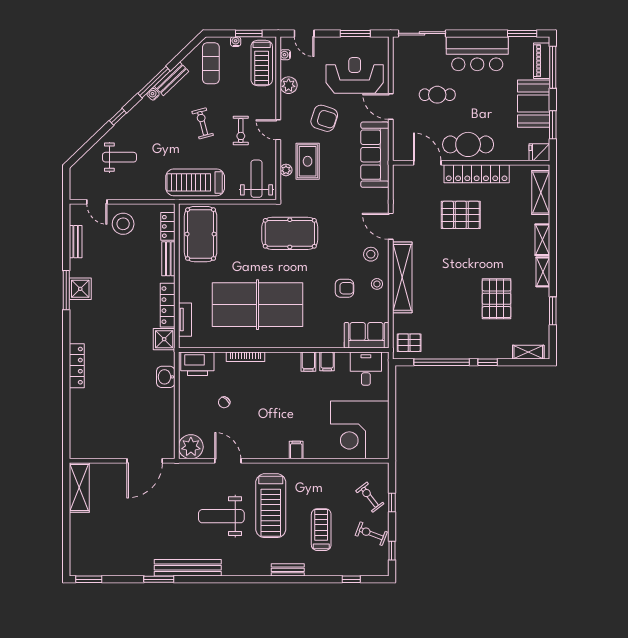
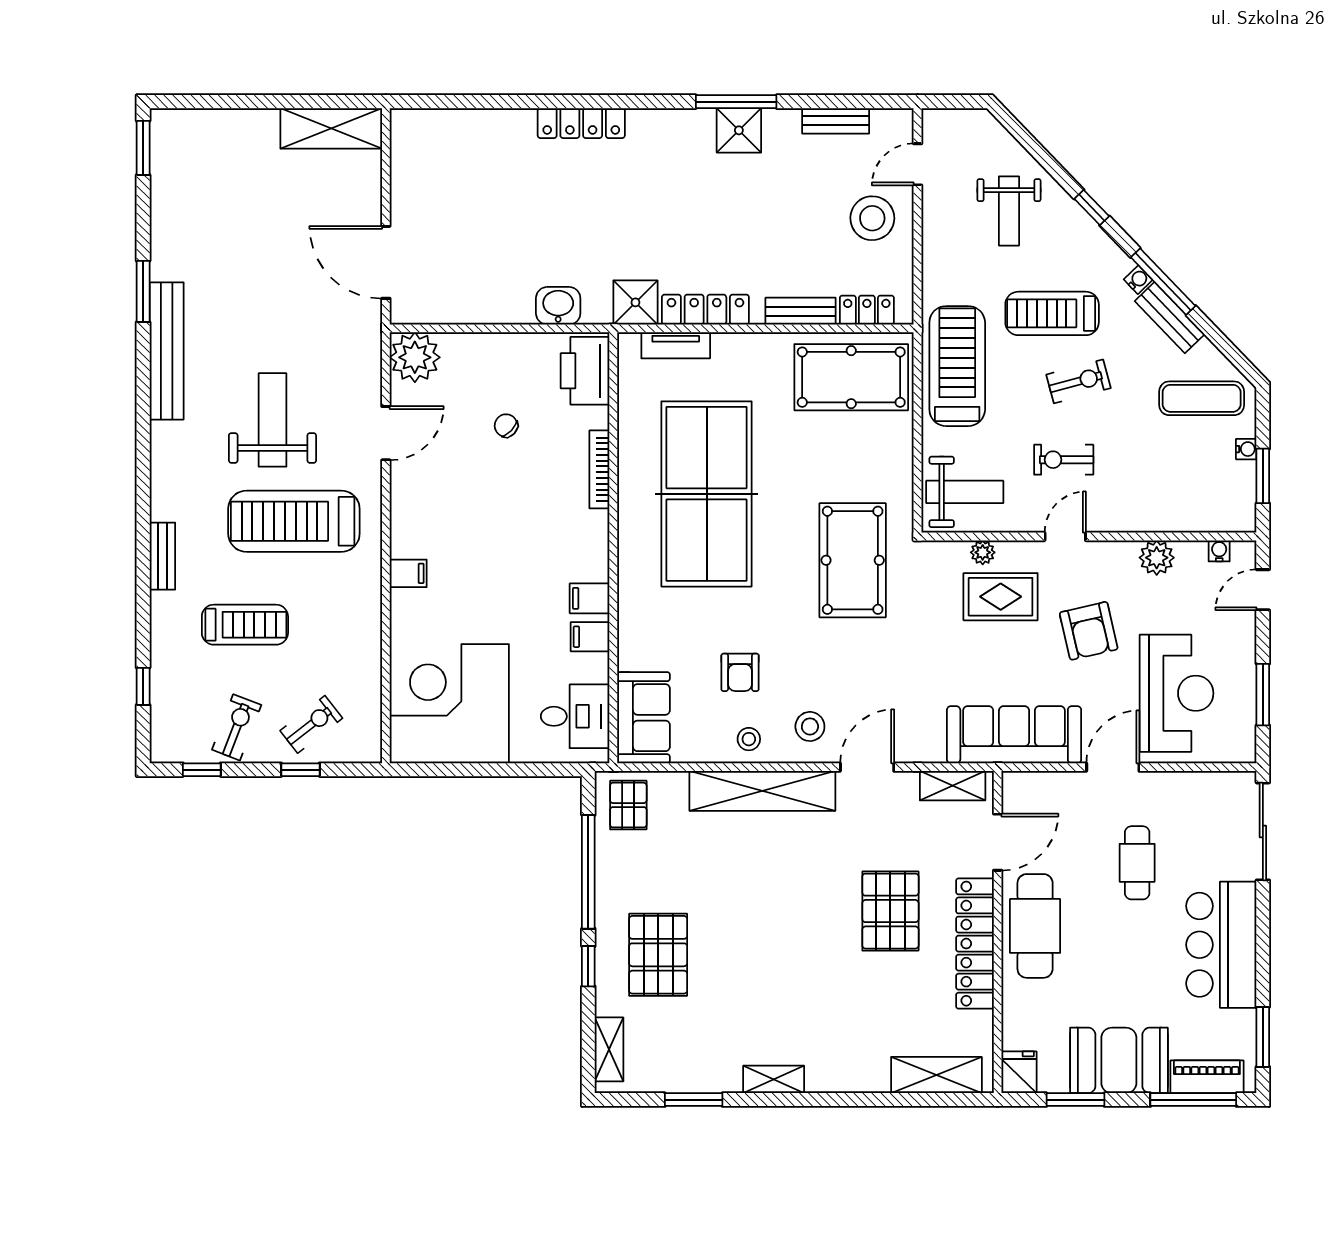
treadmill: (262, 63) -> (1052, 313), moved
armchair: (324, 118) -> (1089, 631), turned -31
shelving: (542, 240) -> (953, 786), moved
pallet: (497, 299) -> (658, 955), moved, turned 90

